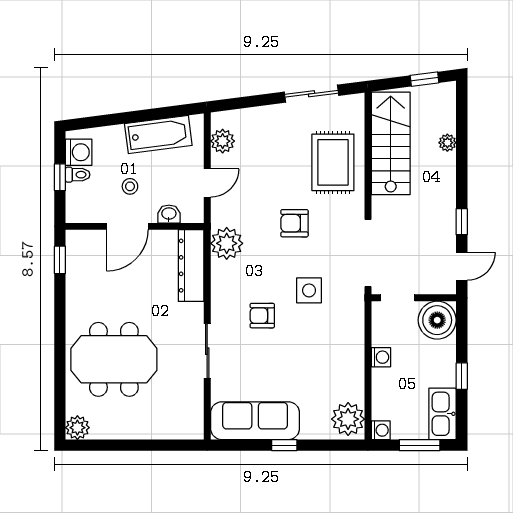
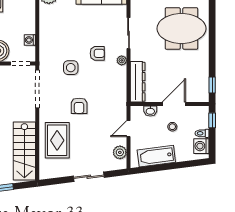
sliding door: (311, 94) -> (89, 177), moved
window: (60, 177) -> (212, 120), moved
armchair: (294, 223) -> (79, 106), turned 90
plant: (227, 243) -> (122, 60), moved, width x0.53, depth x0.53
washing machine: (381, 357) -> (30, 40), moved

